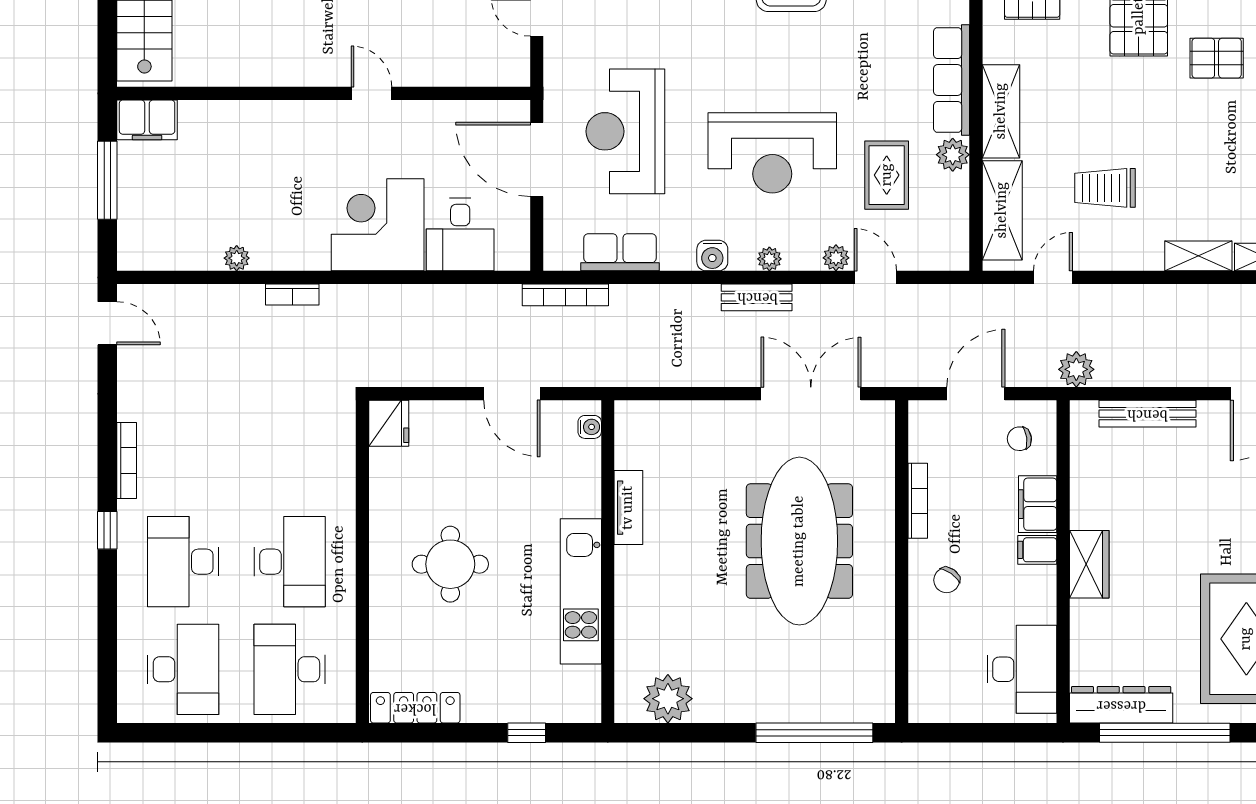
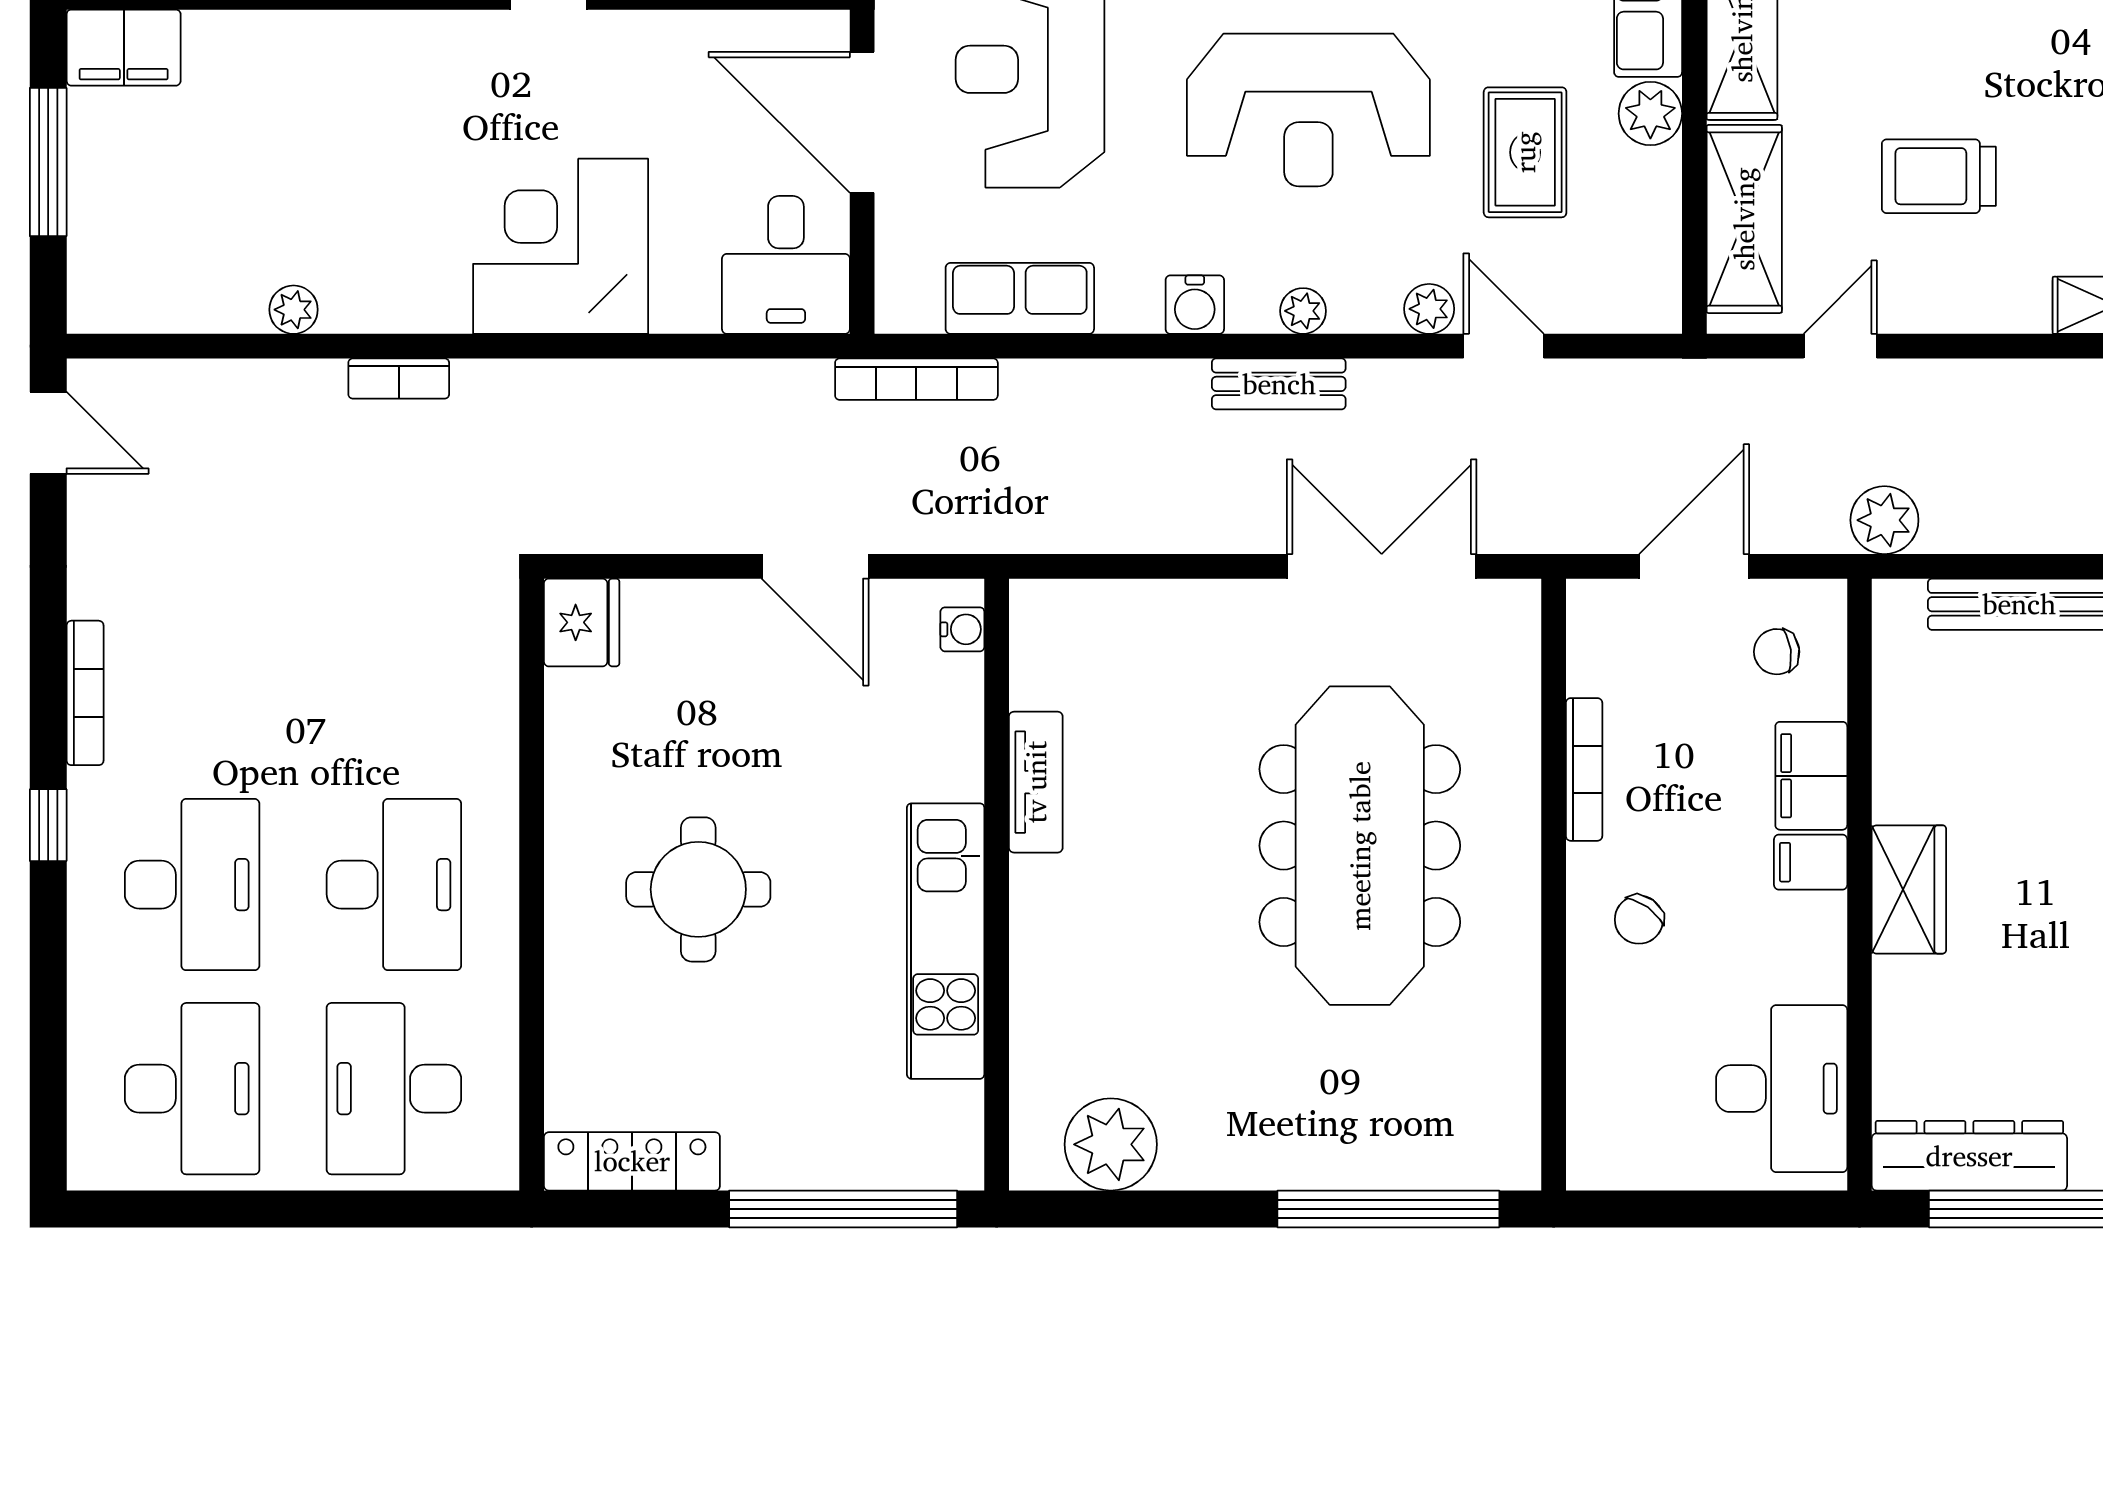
desk: (460, 235) -> (786, 265), moved
desk: (183, 562) -> (192, 885), turned 180
window: (527, 733) -> (843, 1209), width x3.17

